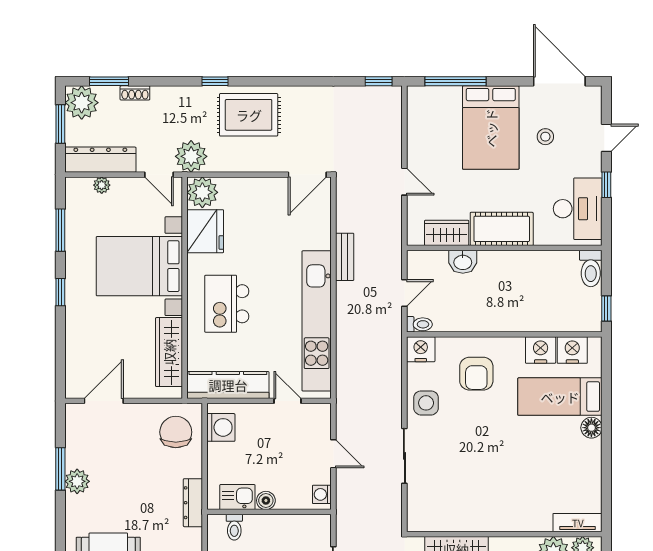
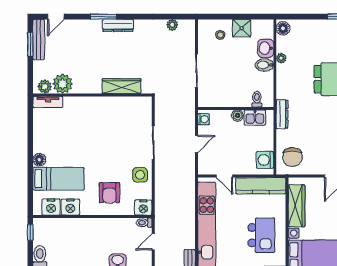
armchair: (476, 374) -> (109, 193), turned 180
door: (333, 454) -> (196, 144), swing flipped

